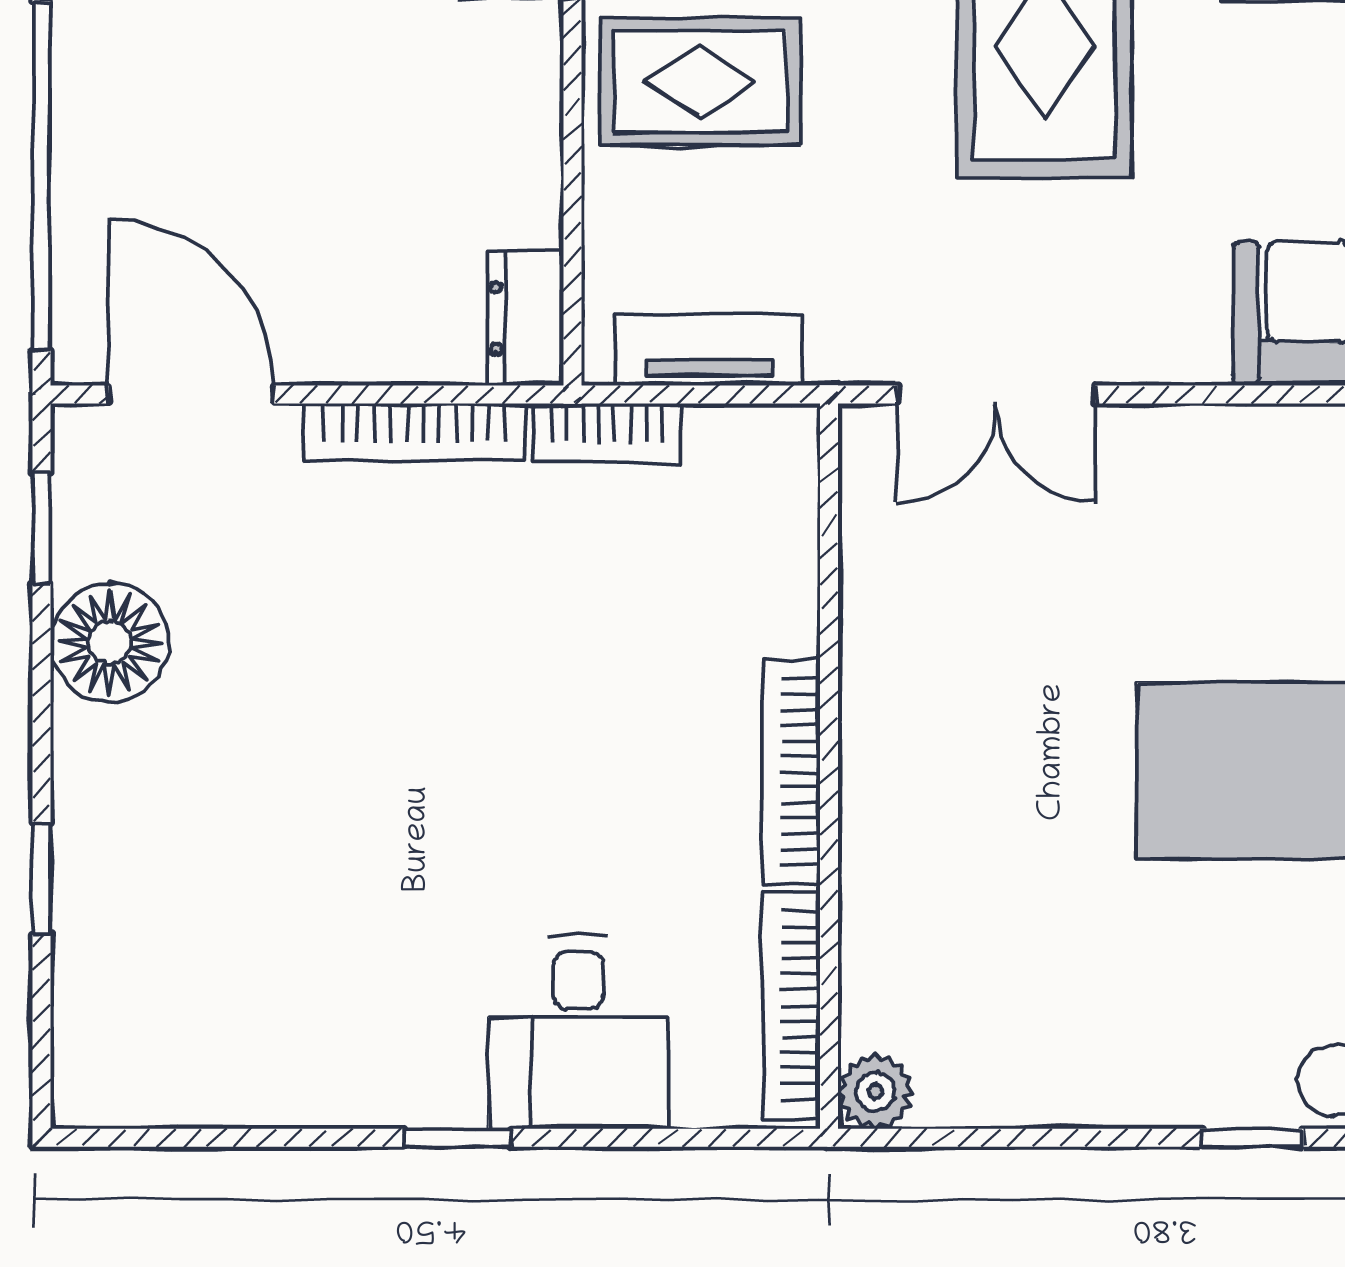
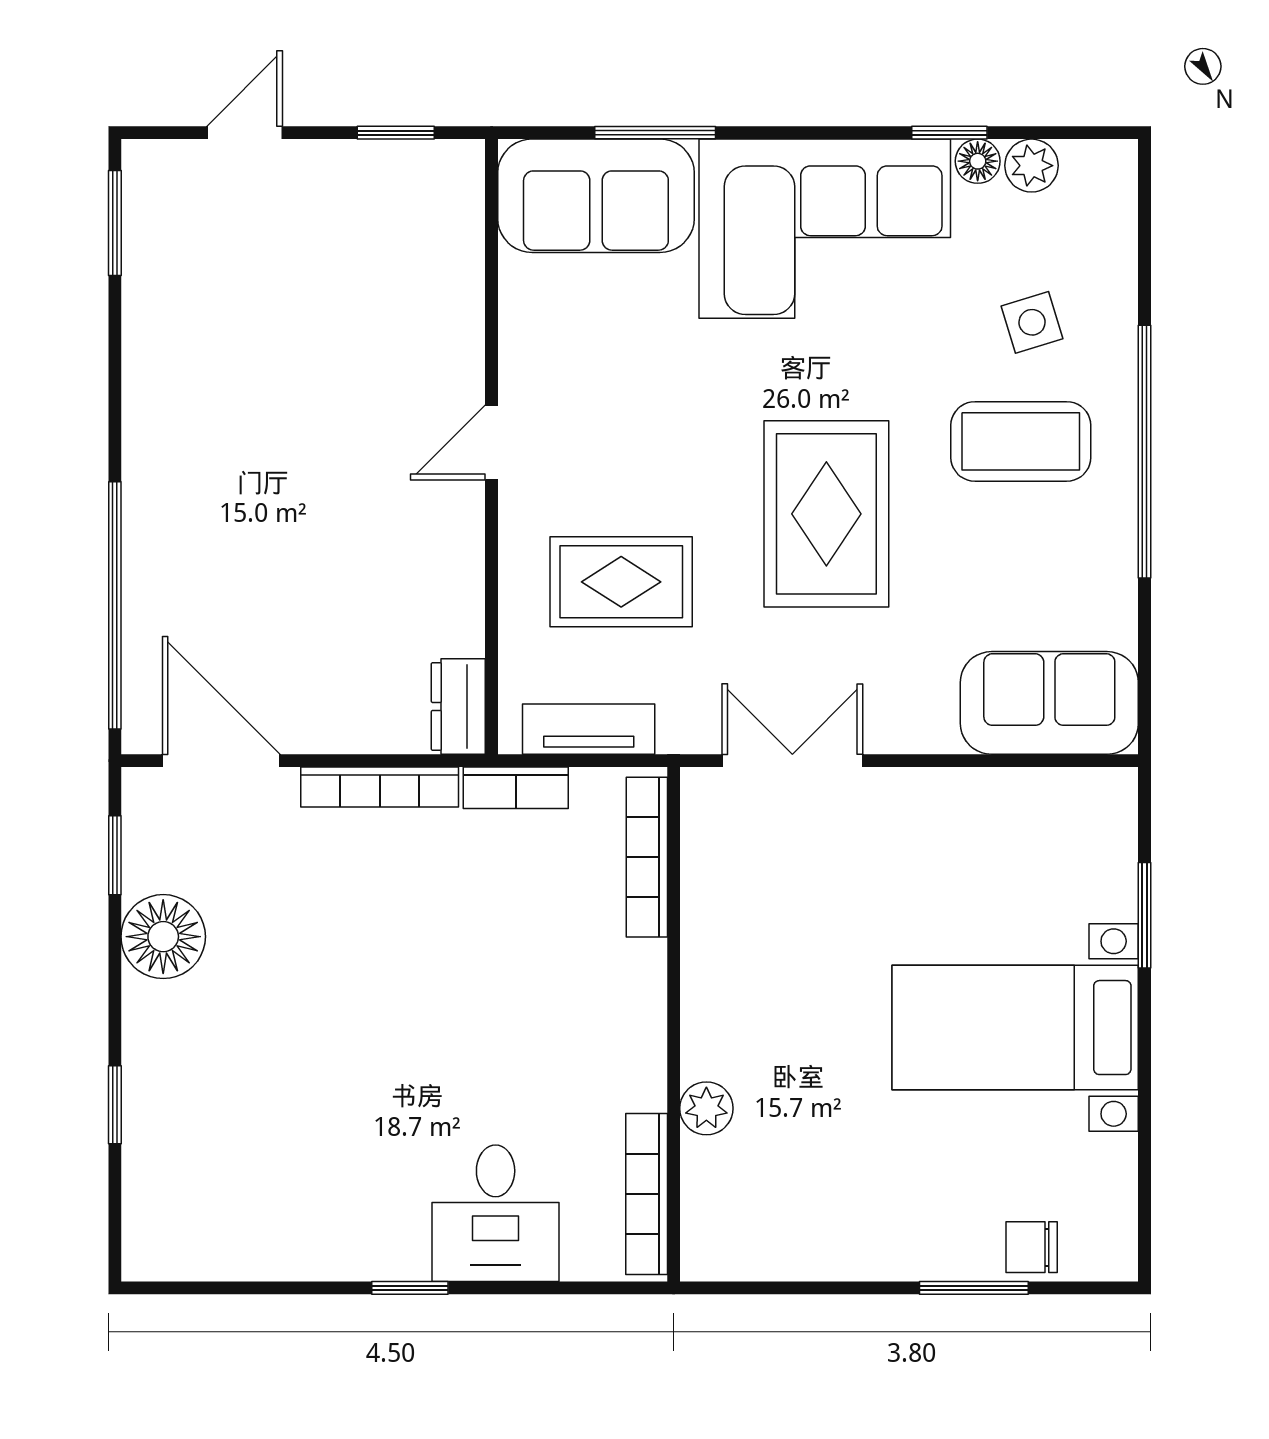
rug: (700, 82) -> (621, 582), moved
double door: (996, 394) -> (792, 761), swing flipped
bookcase: (791, 772) -> (647, 857), moved
plant: (875, 1092) -> (706, 1108), moved
window: (1252, 1138) -> (974, 1288), width x1.50

